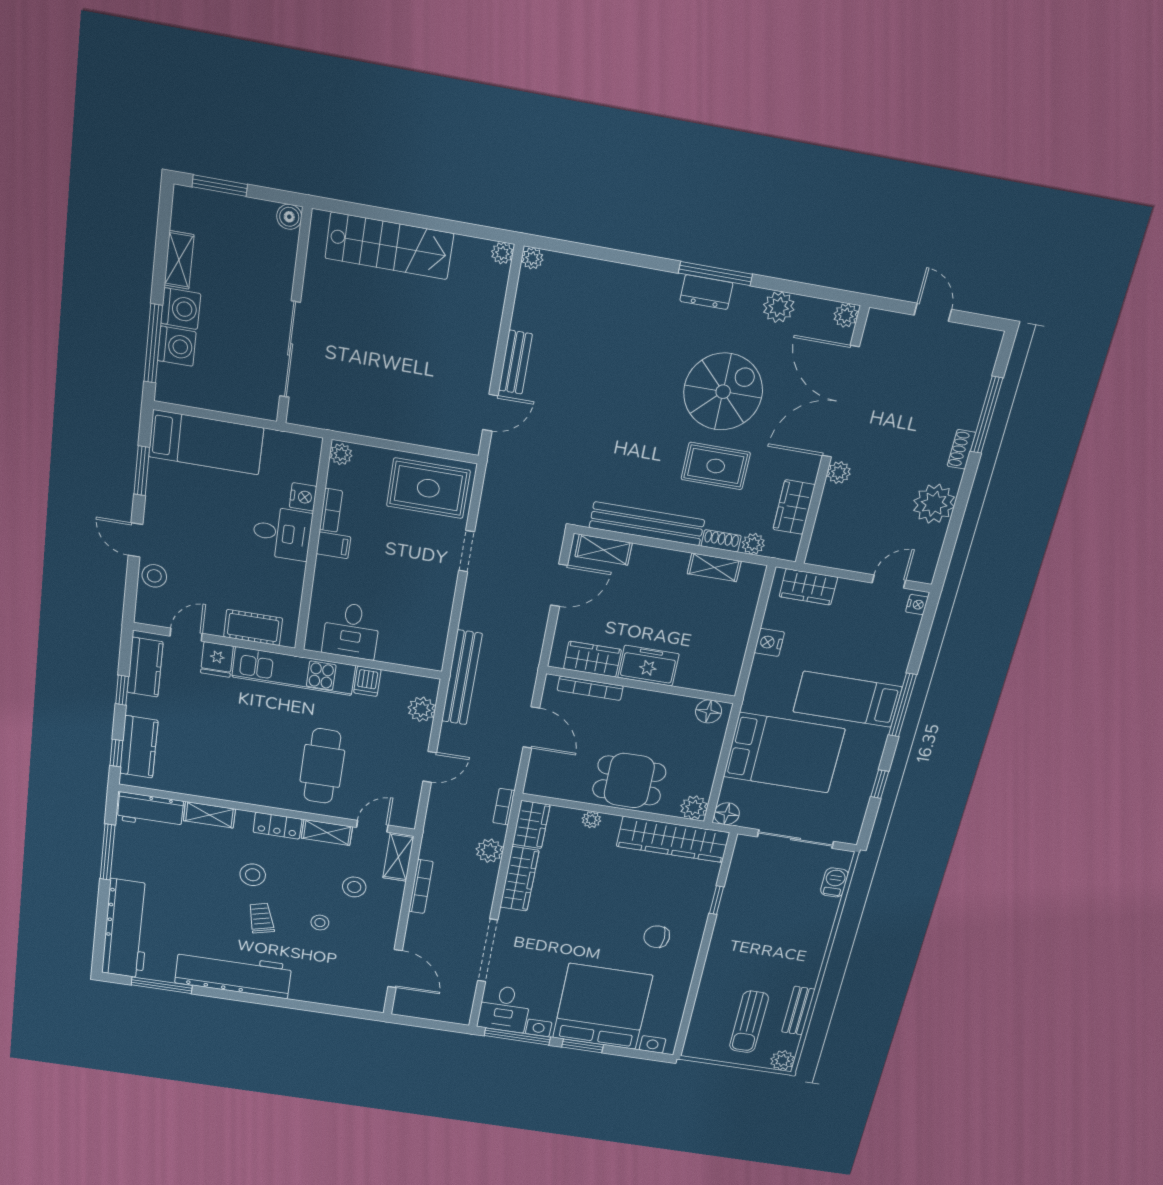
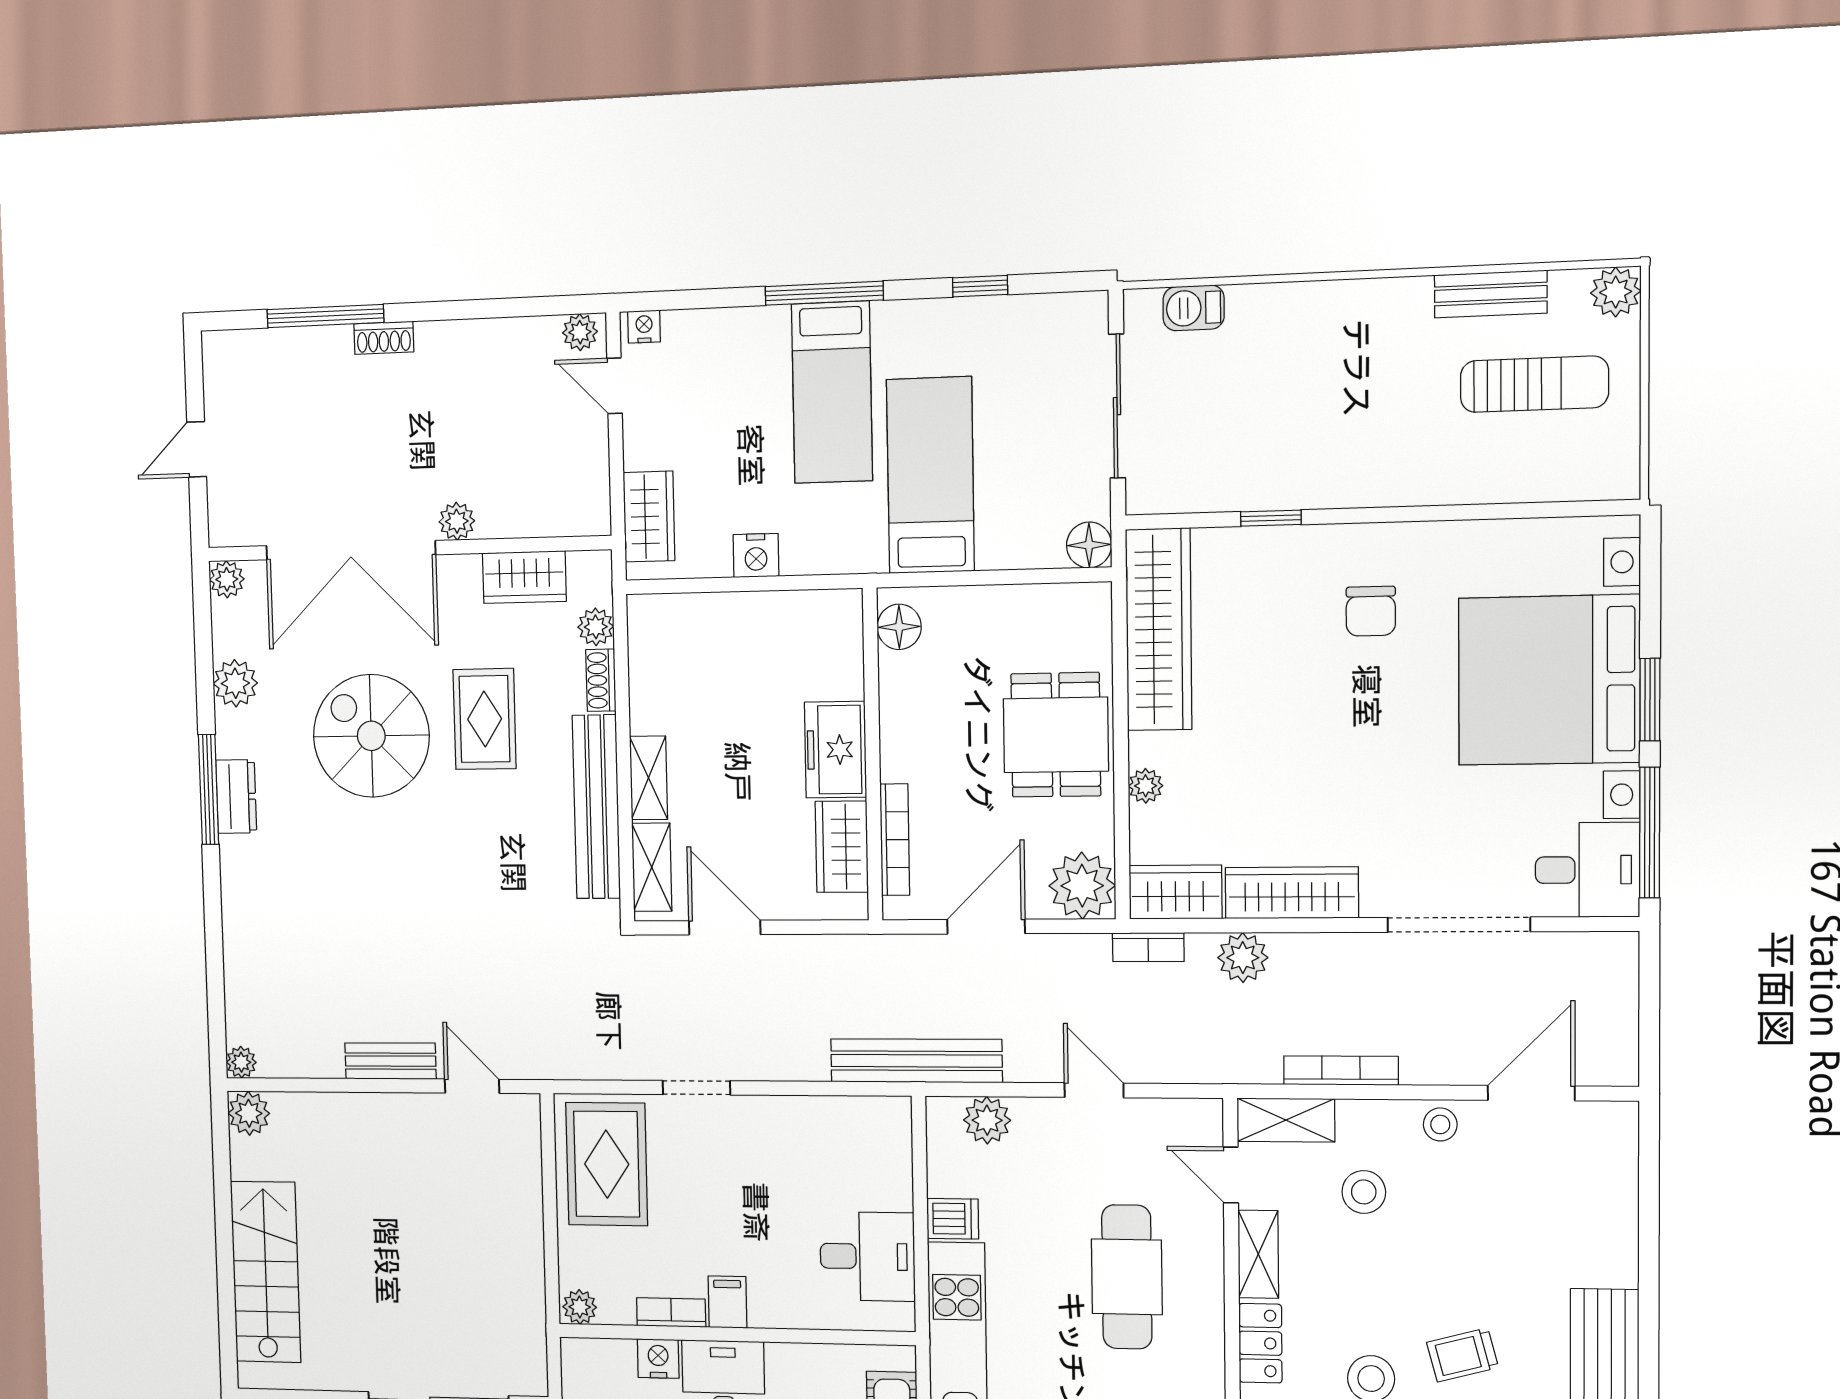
plant: (502, 253) -> (249, 1113), width x1.38, depth x1.38
plant: (934, 504) -> (580, 332), moved, width x0.53, depth x0.53
shelving: (714, 567) -> (649, 778), moved
bed: (784, 753) -> (930, 475), width x0.67
cafe table: (322, 766) -> (1127, 1277), turned 90
plant: (694, 808) -> (1082, 886), moved, width x1.36, depth x1.36
stool: (320, 923) -> (1440, 1124), moved

